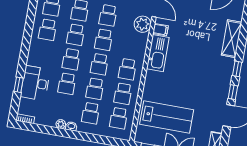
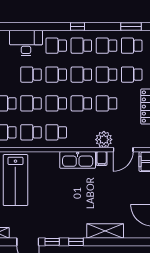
school desk: (43, 54) -> (56, 46), added
window: (19, 85) -> (78, 27), moved

